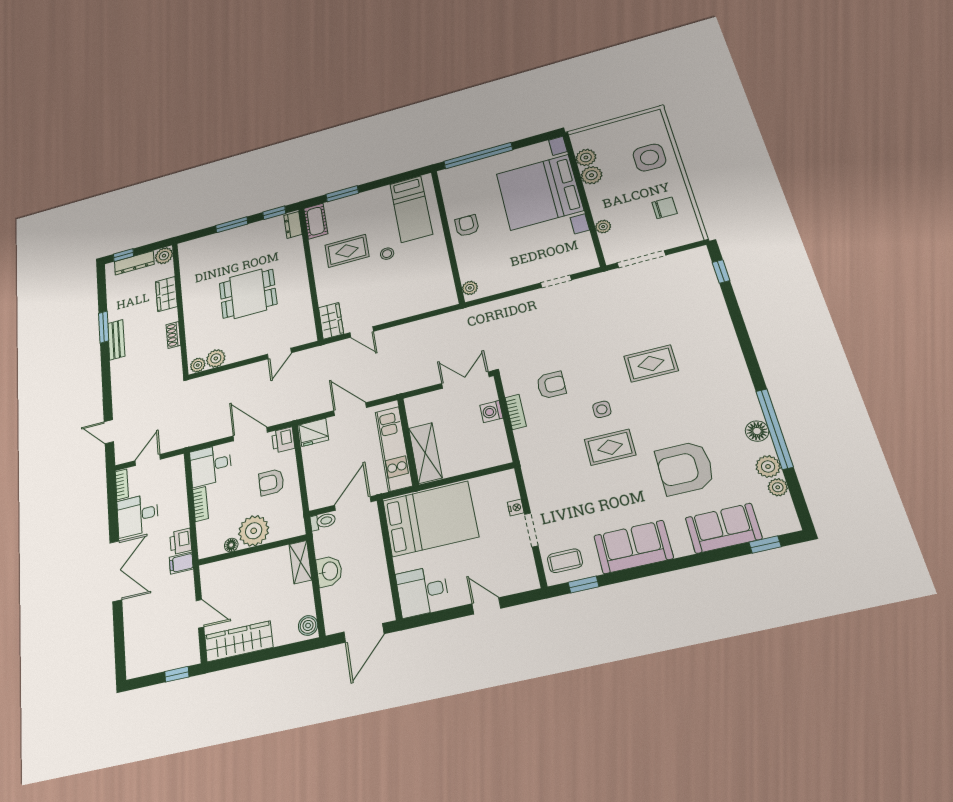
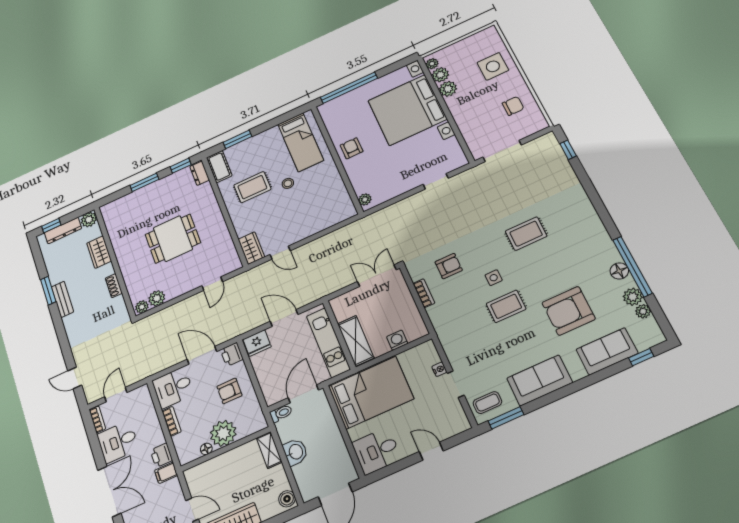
plant: (603, 227) -> (432, 64), moved
washing machine: (491, 412) -> (397, 340), moved, turned 90
window: (584, 585) -> (506, 418), width x1.50

